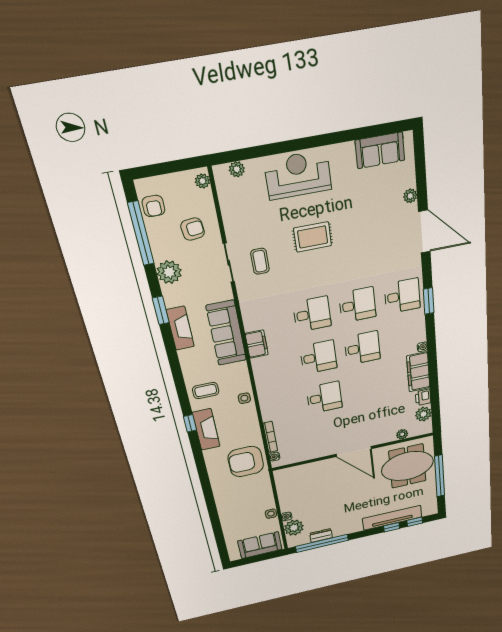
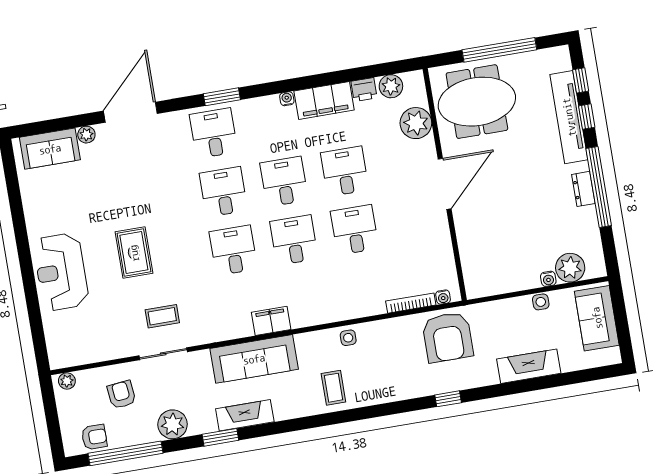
sofa: (380, 150) -> (50, 149), moved, turned 90
plant: (237, 169) -> (54, 342), removed
desk: (367, 388) -> (345, 171), added
window: (190, 423) -> (448, 399), moved
fireplace: (206, 429) -> (529, 366), moved
plant: (402, 434) -> (416, 123), width x1.88, depth x1.88
meeting table: (407, 466) -> (477, 102), turned 90
dresser: (321, 535) -> (583, 189), moved
window: (322, 543) -> (599, 187), moved

